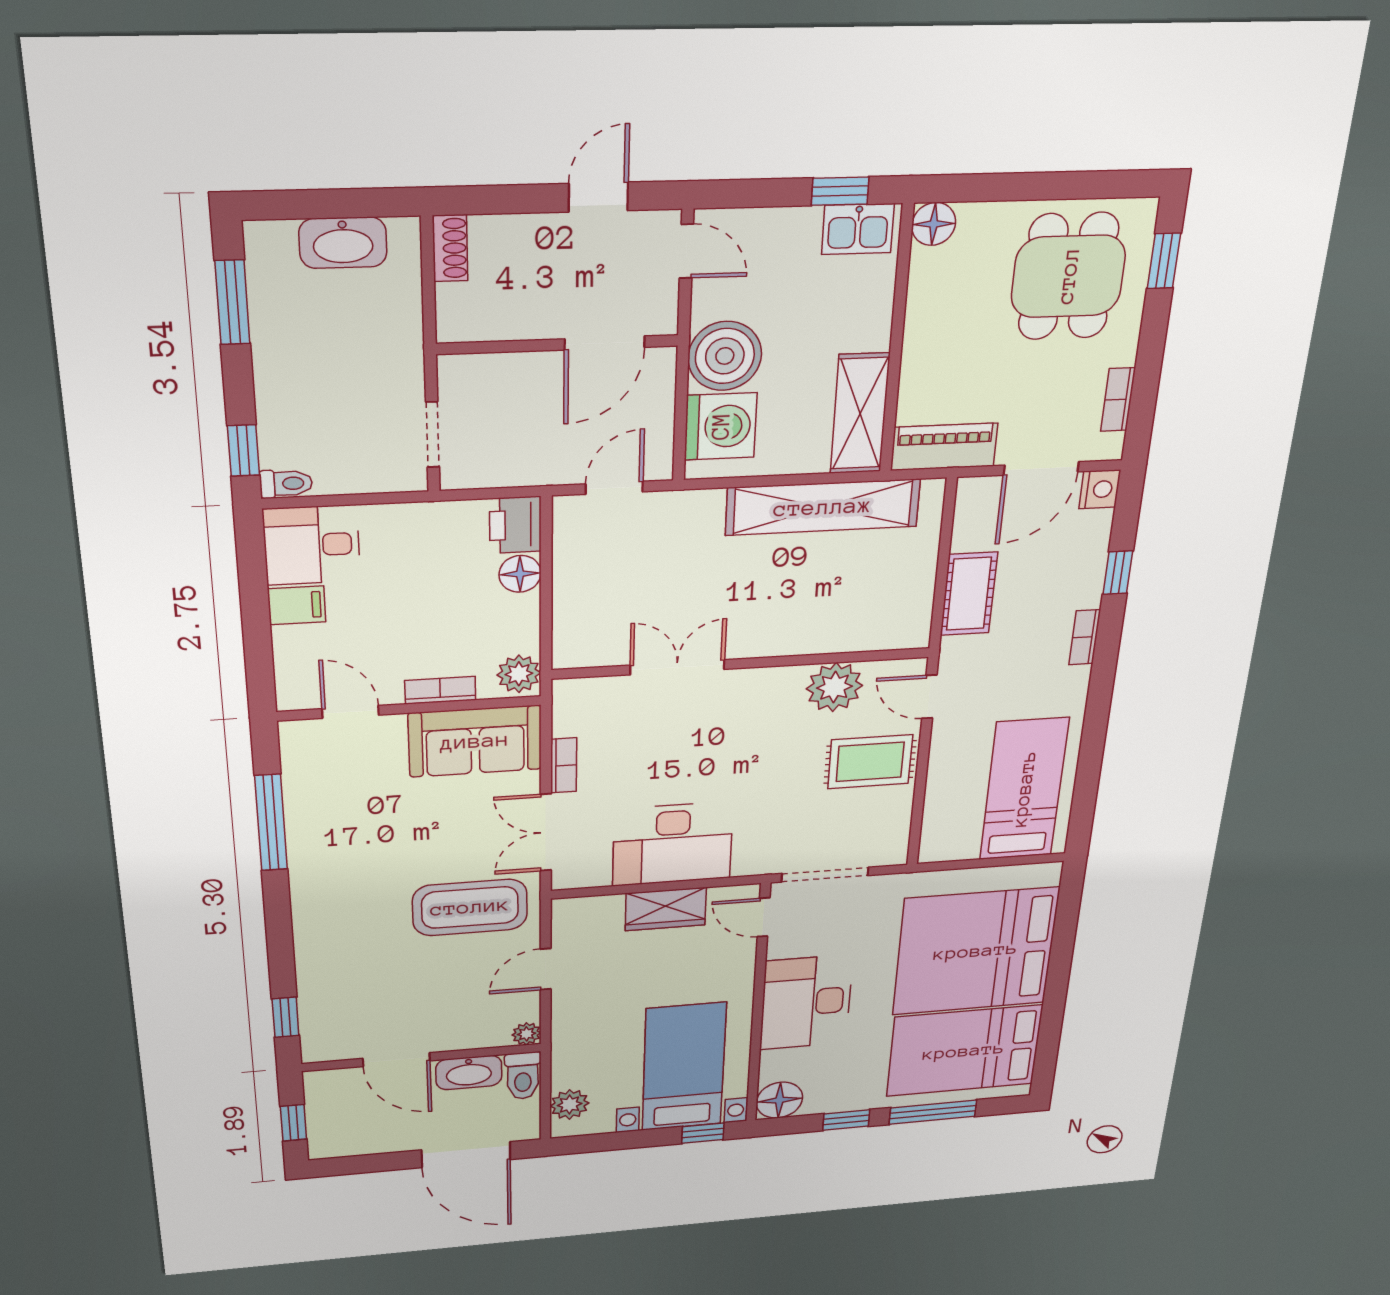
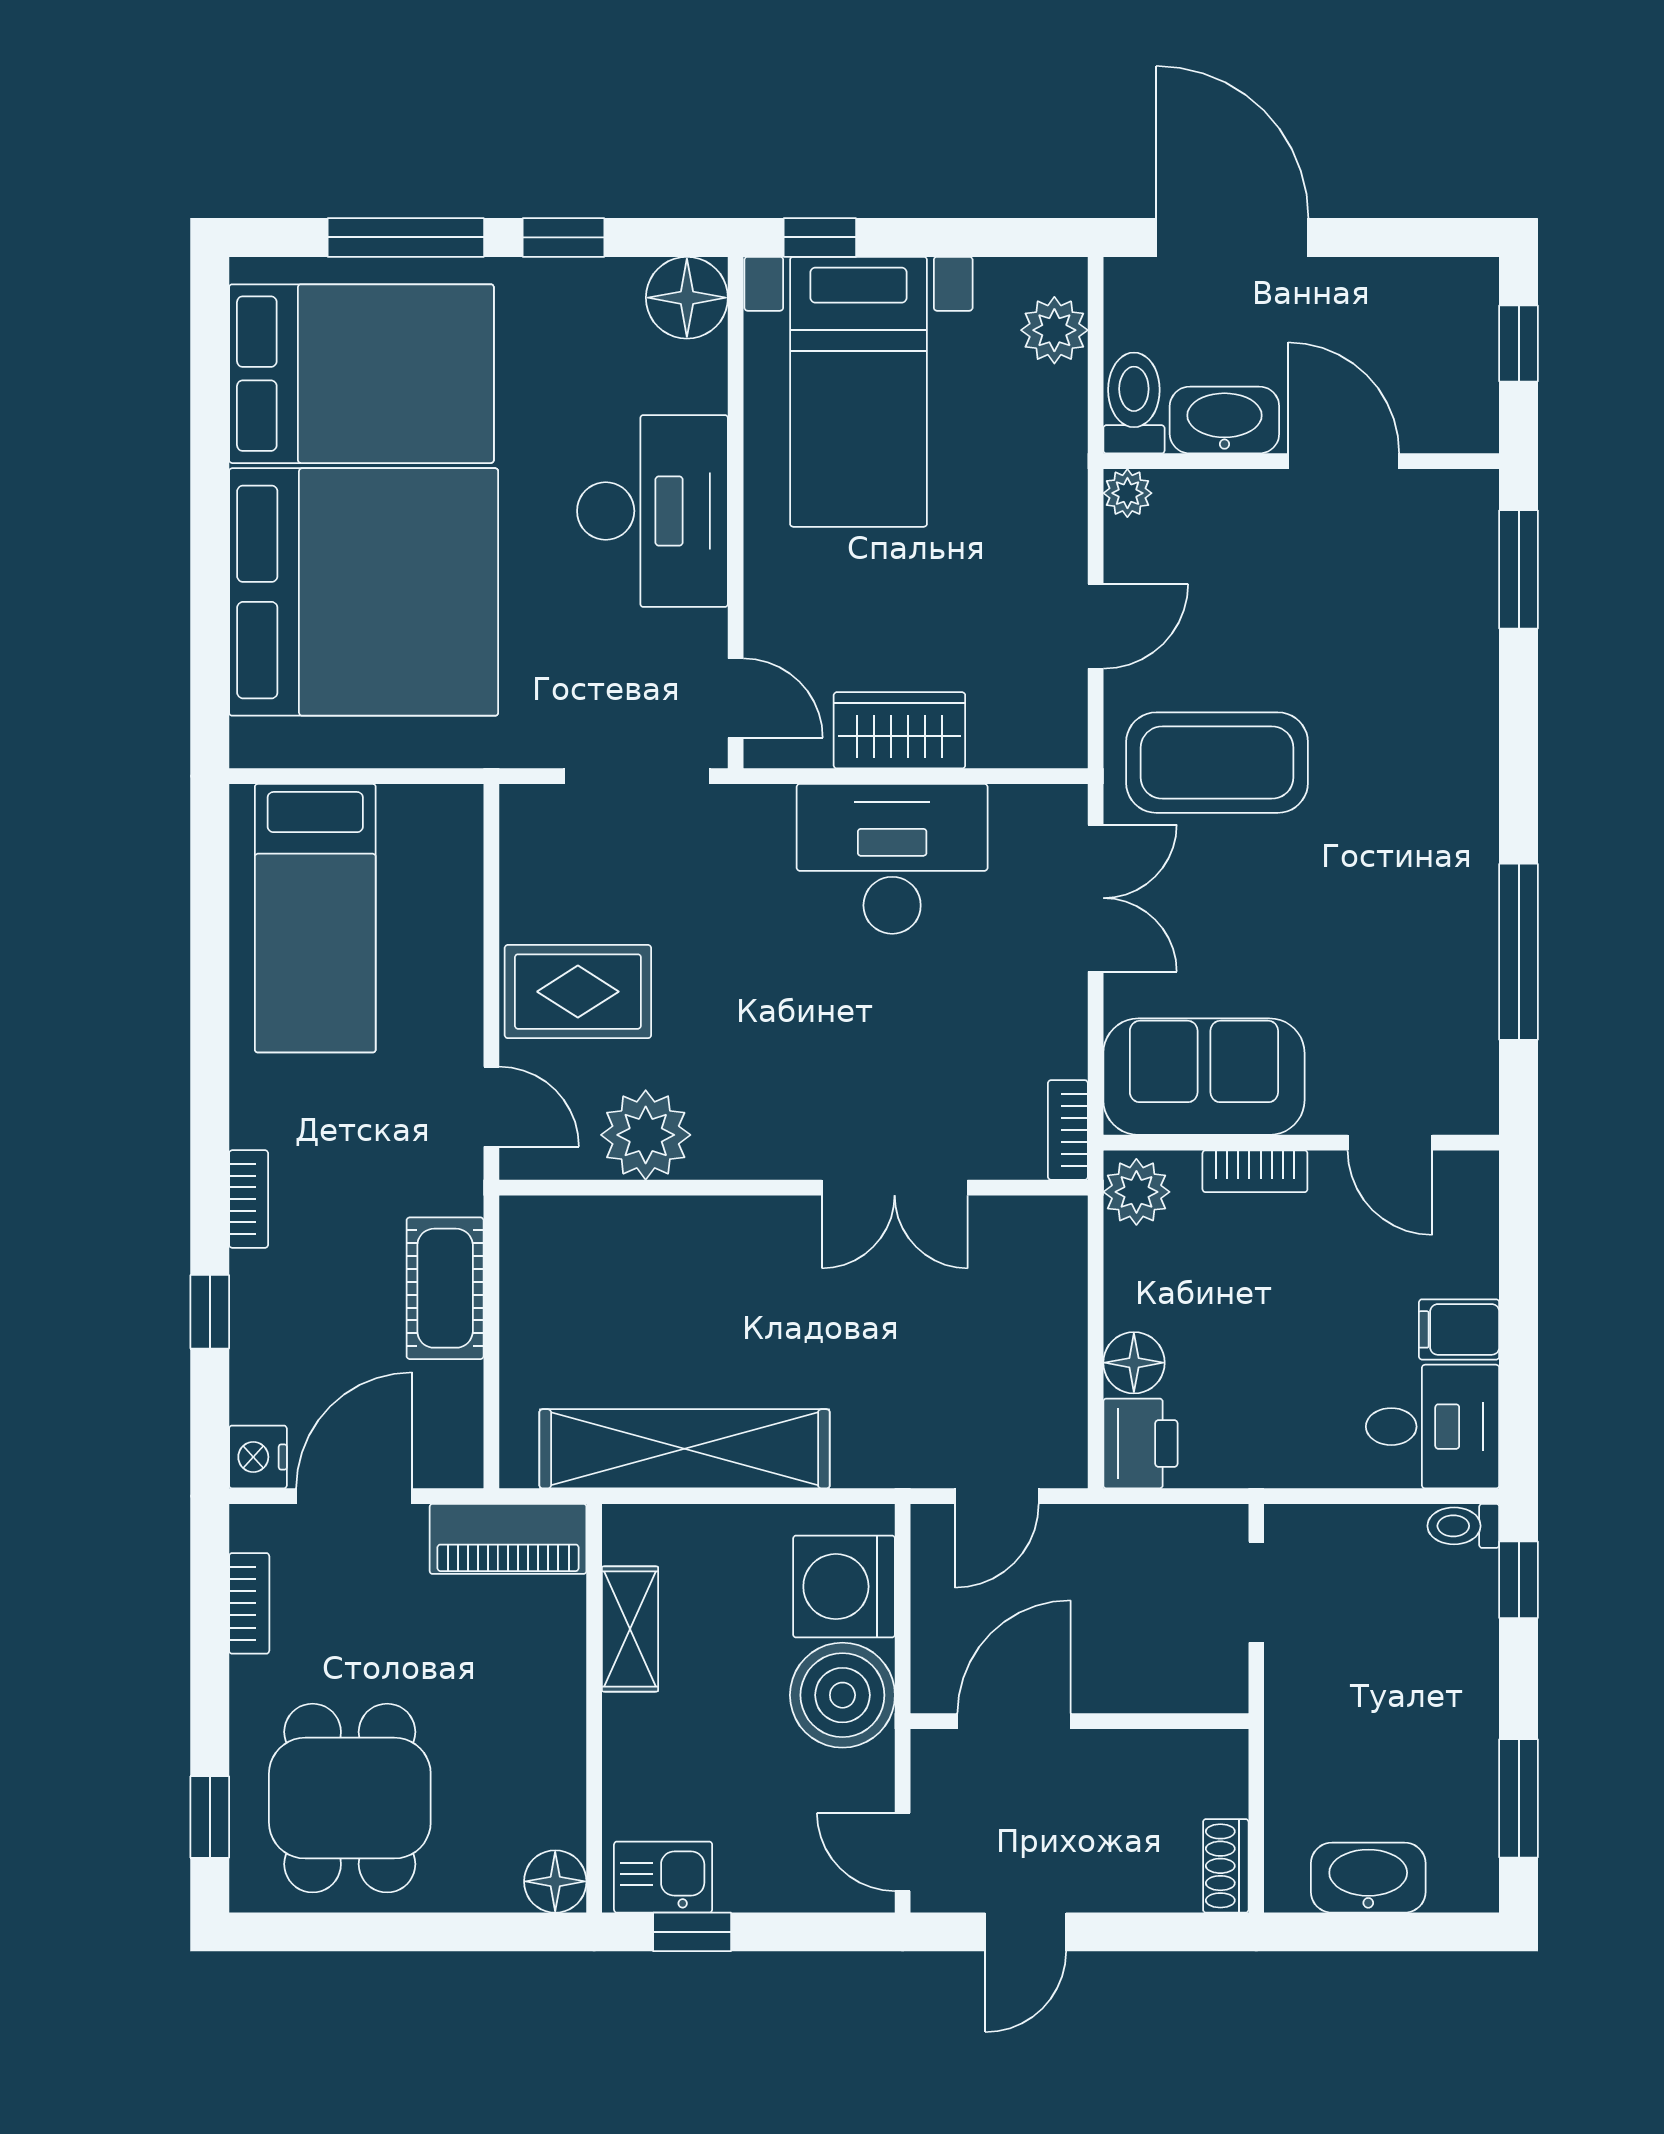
shelving: (860, 414) -> (630, 1629), width x0.67, depth x0.75
bookcase: (564, 765) -> (1068, 1130), moved
window: (286, 1017) -> (1519, 569), width x1.50

